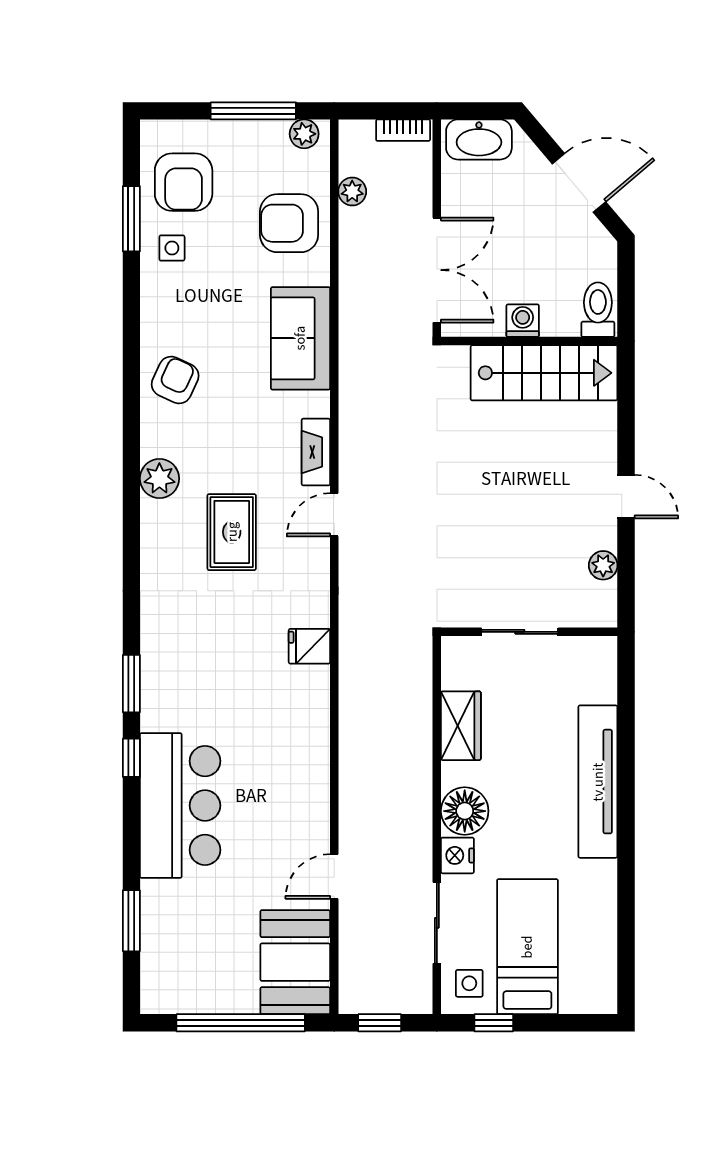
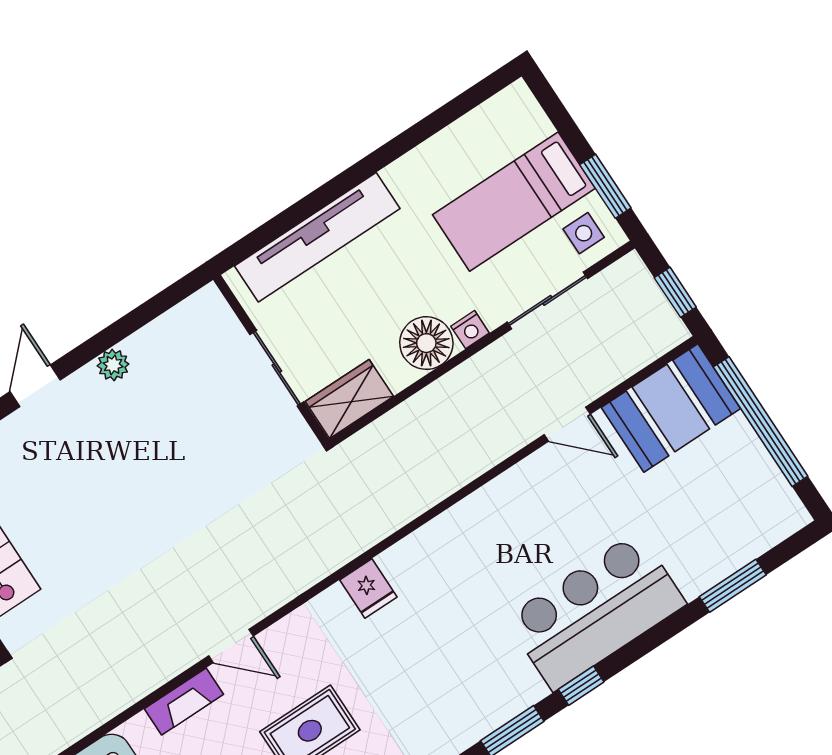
sliding door: (520, 632) -> (277, 368), moved
wall: (529, 632) -> (271, 359), moved
nightstand: (457, 855) -> (470, 330), width x0.72, depth x0.74
window: (494, 1023) -> (605, 186), width x1.50

